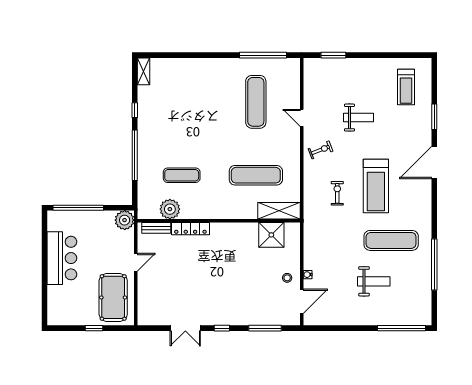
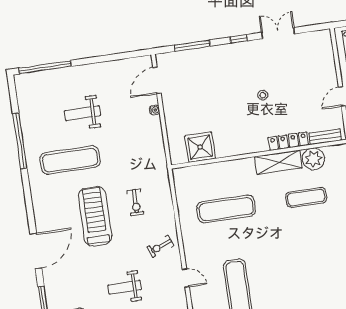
shelving: (279, 211) -> (278, 162), moved
stool: (287, 278) -> (263, 95), moved

